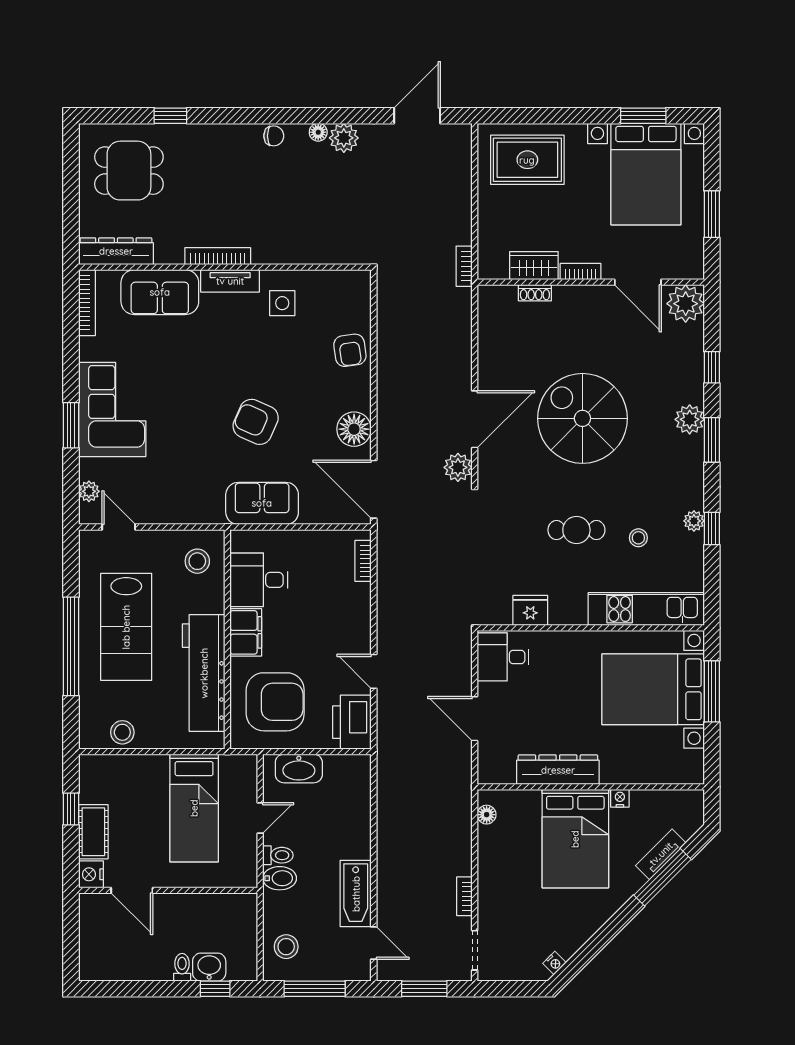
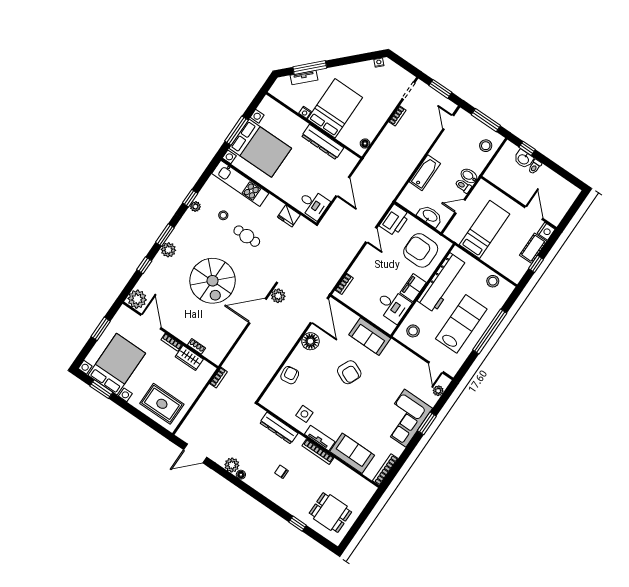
chair: (274, 136) -> (281, 472), moved
dresser: (116, 251) -> (279, 428), moved
bathtub: (356, 894) -> (425, 173), moved

